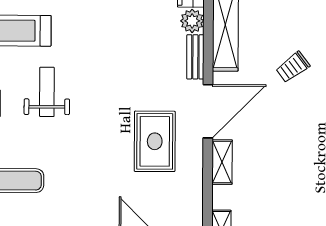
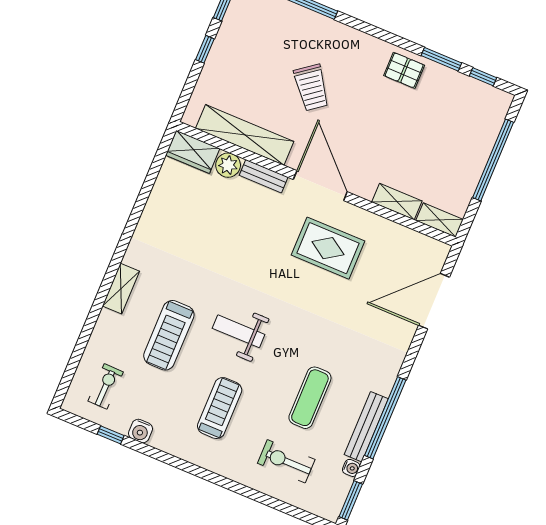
trolley: (293, 67) -> (311, 87), width x1.36, depth x1.39
shelving: (222, 162) -> (397, 202), moved

